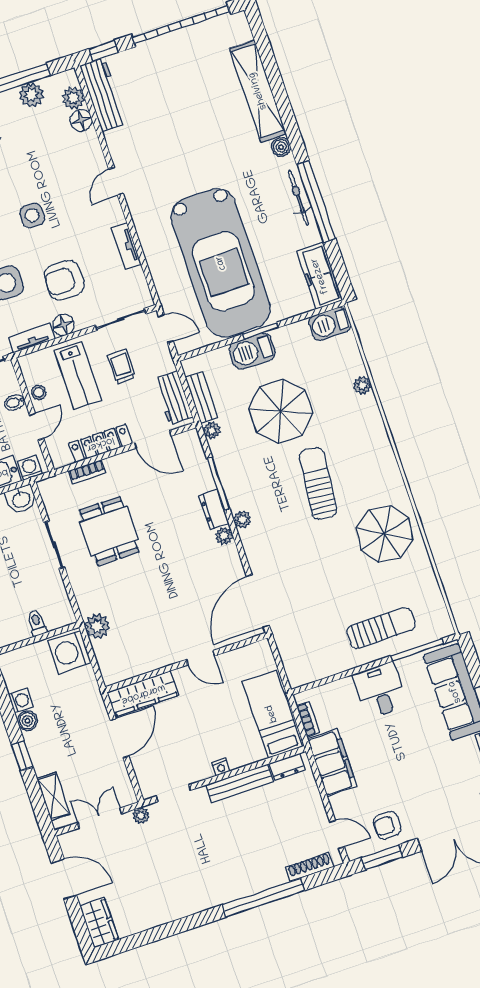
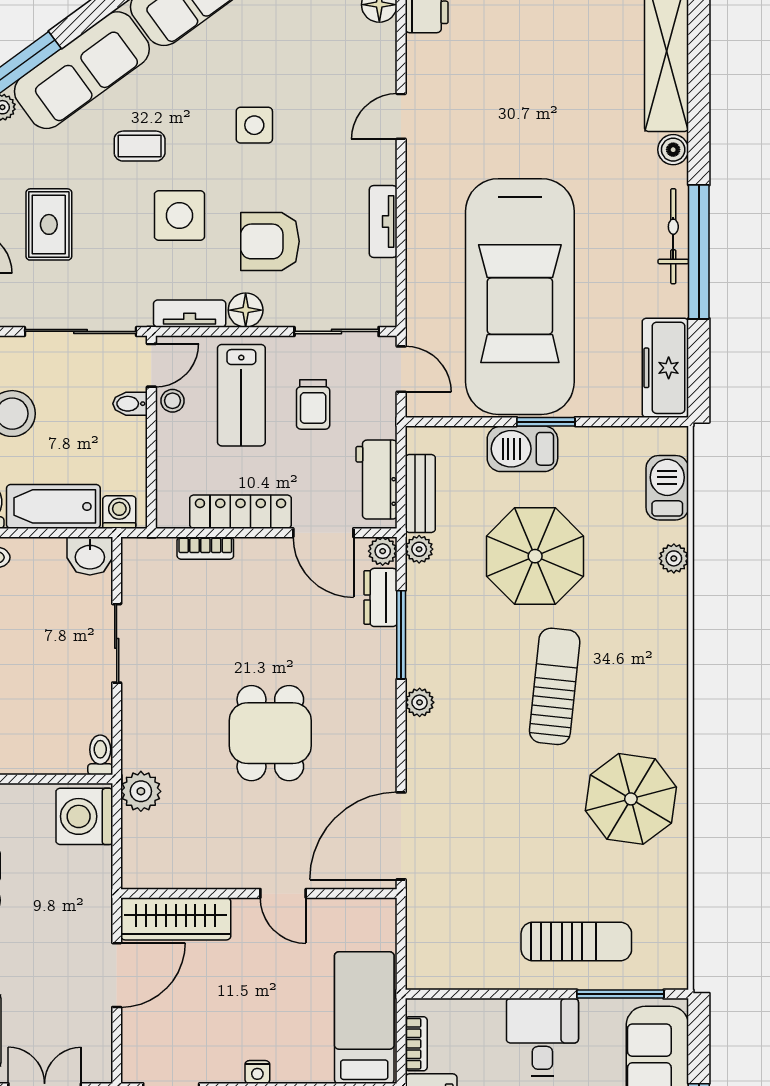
barbecue: (330, 324) -> (667, 488), moved, turned 90
trolley: (121, 367) -> (313, 404), turned 180
door: (37, 427) -> (151, 365), moved
dresser: (214, 509) -> (381, 597), moved
dining table: (109, 531) -> (270, 733), moved
plant: (224, 536) -> (383, 551), moved
toilet: (37, 623) -> (100, 755), moved

